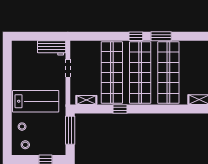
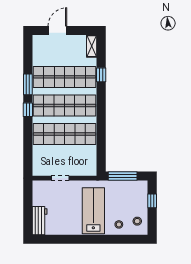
workbench: (52, 48) -> (40, 221), moved
shelving: (86, 100) -> (92, 160), removed
window: (120, 109) -> (101, 75), moved

